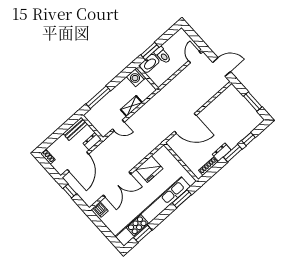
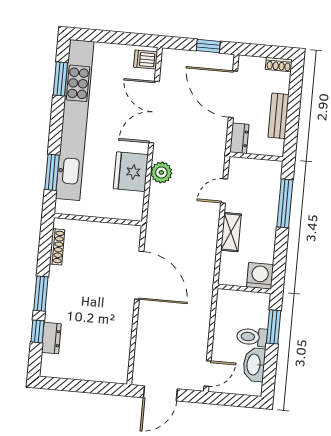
door: (195, 57) -> (208, 373), hinge flipped
washbasin: (149, 63) -> (254, 365), moved
window: (253, 102) -> (78, 386), removed
door: (185, 123) -> (139, 275), swing flipped
bench: (75, 129) -> (279, 116), moved
dresser: (222, 152) -> (51, 338), moved
plant: (137, 157) -> (161, 172), added

